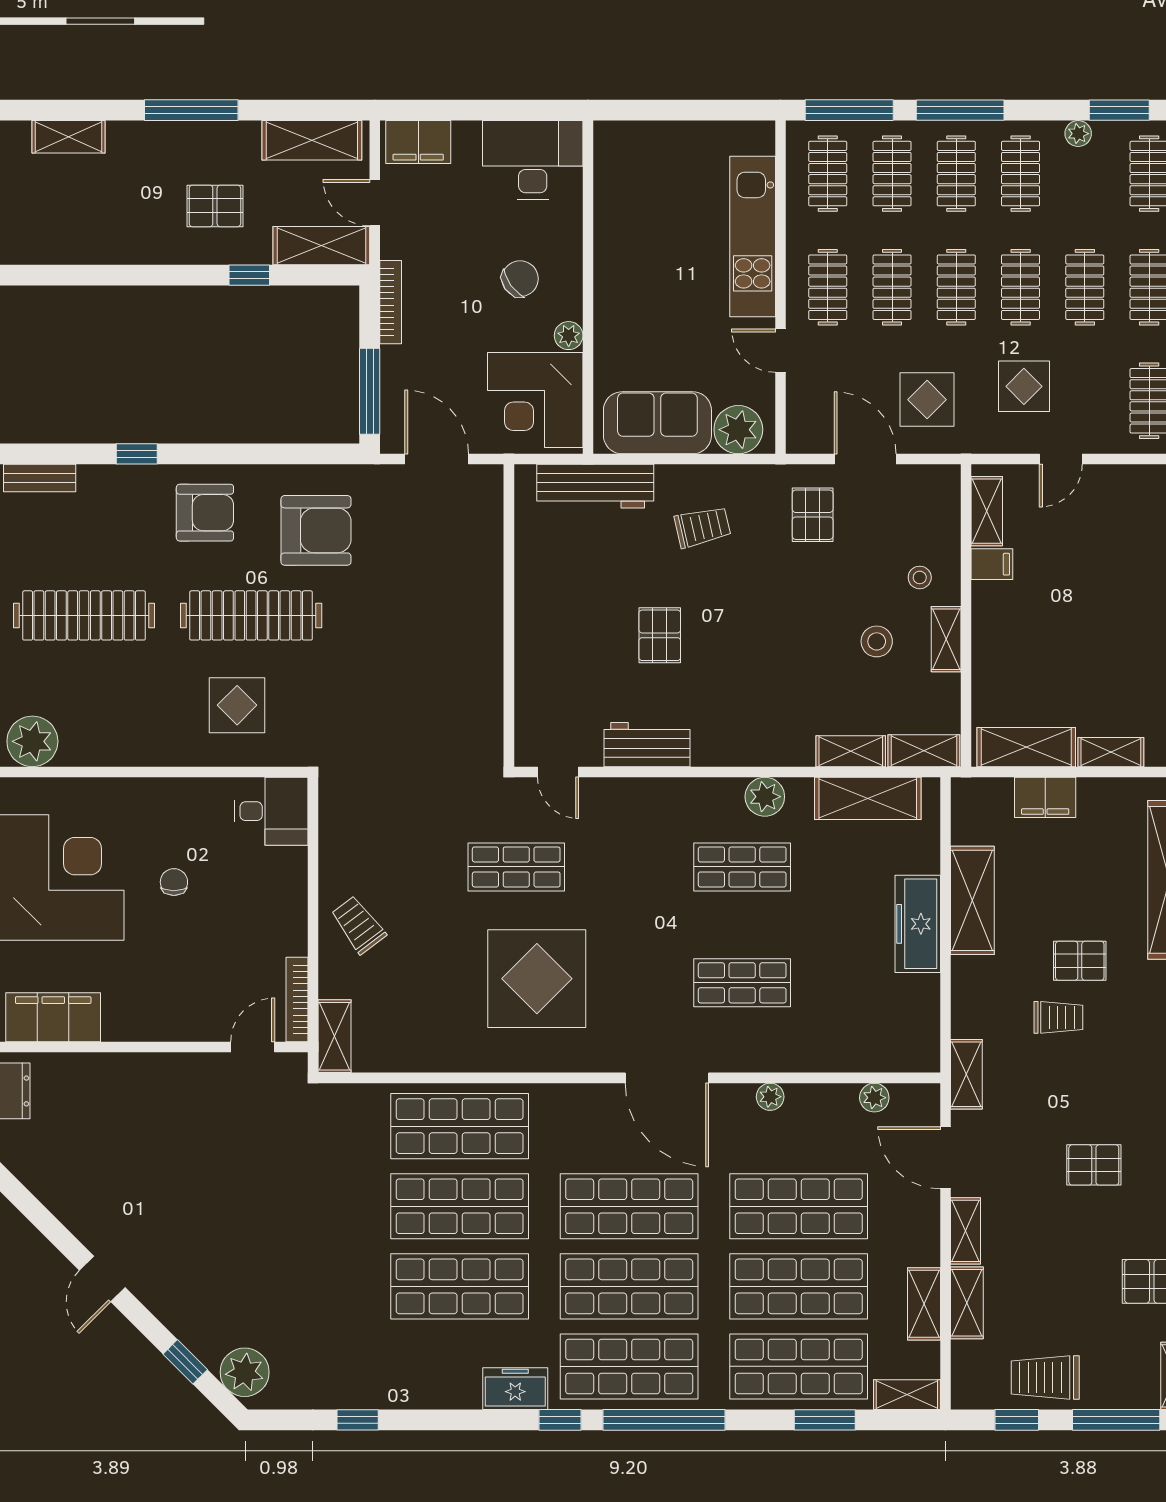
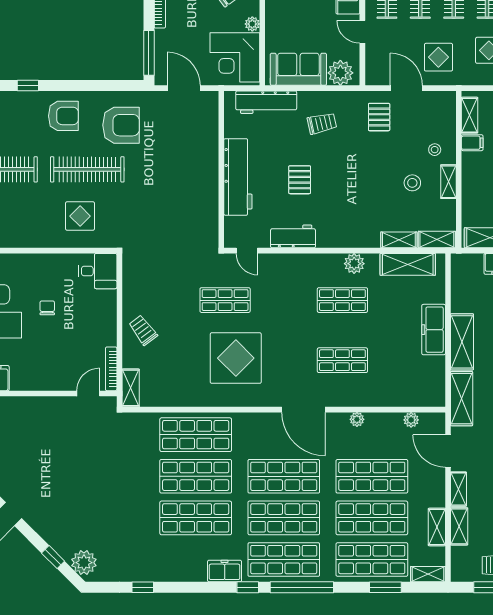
workbench: (541, 630) -> (238, 177), added
shelving: (972, 900) -> (462, 342), moved
shelving: (966, 1074) -> (462, 399), width x1.50, depth x1.33

